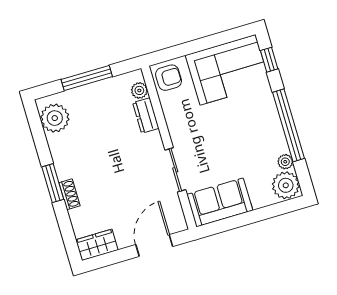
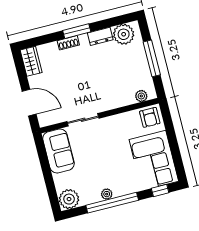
dresser: (146, 116) -> (100, 36), moved, turned 180
plant: (285, 162) -> (107, 194), moved

